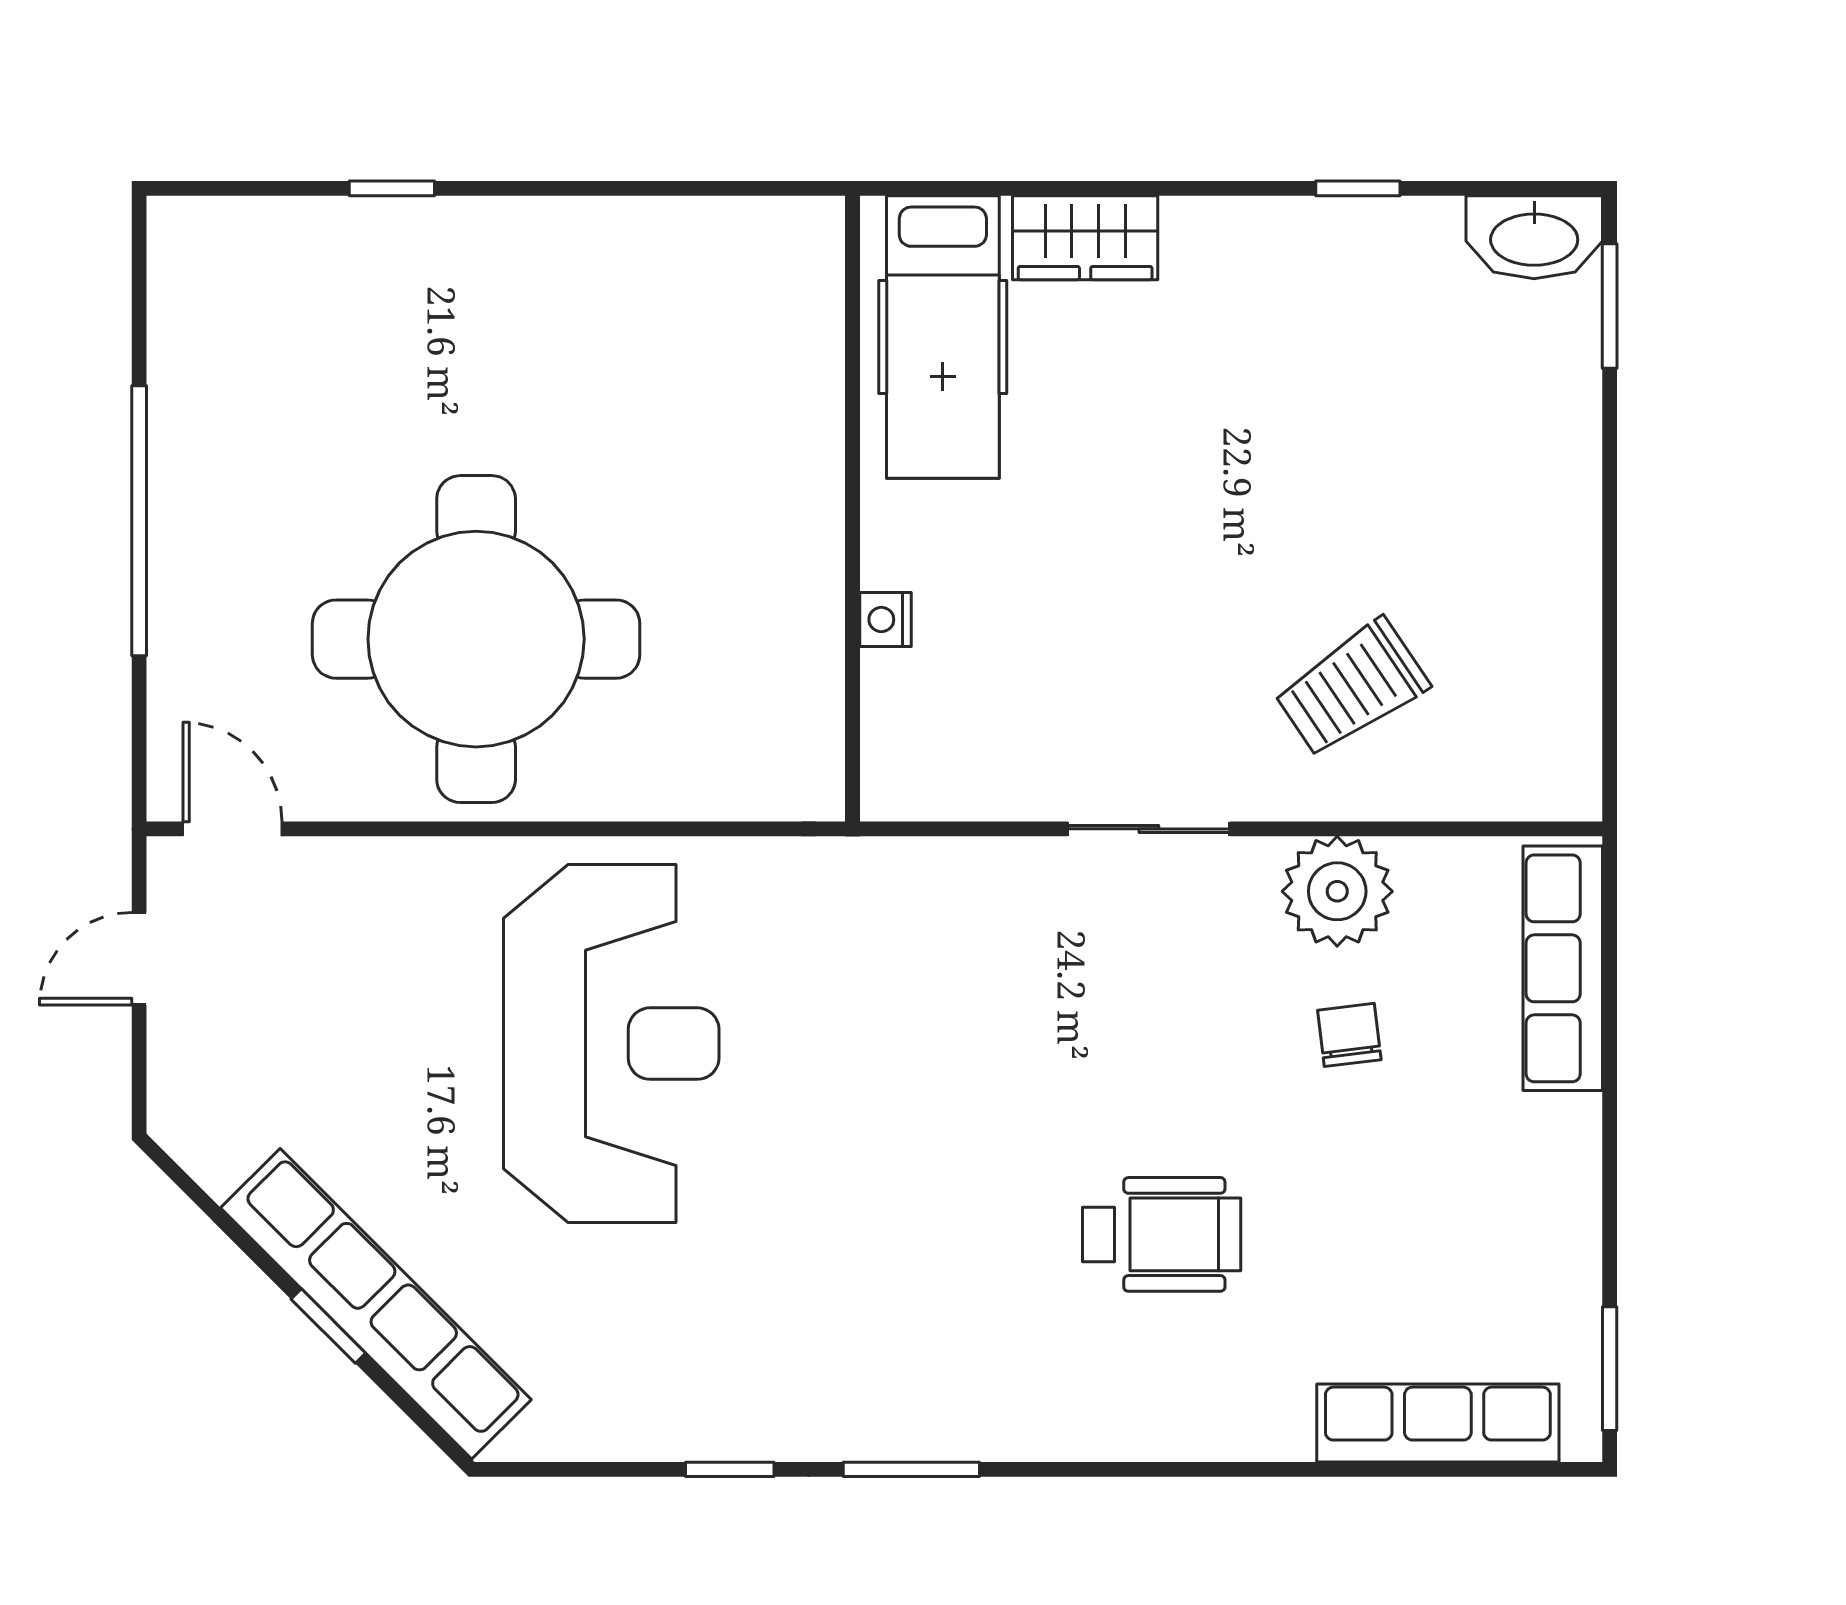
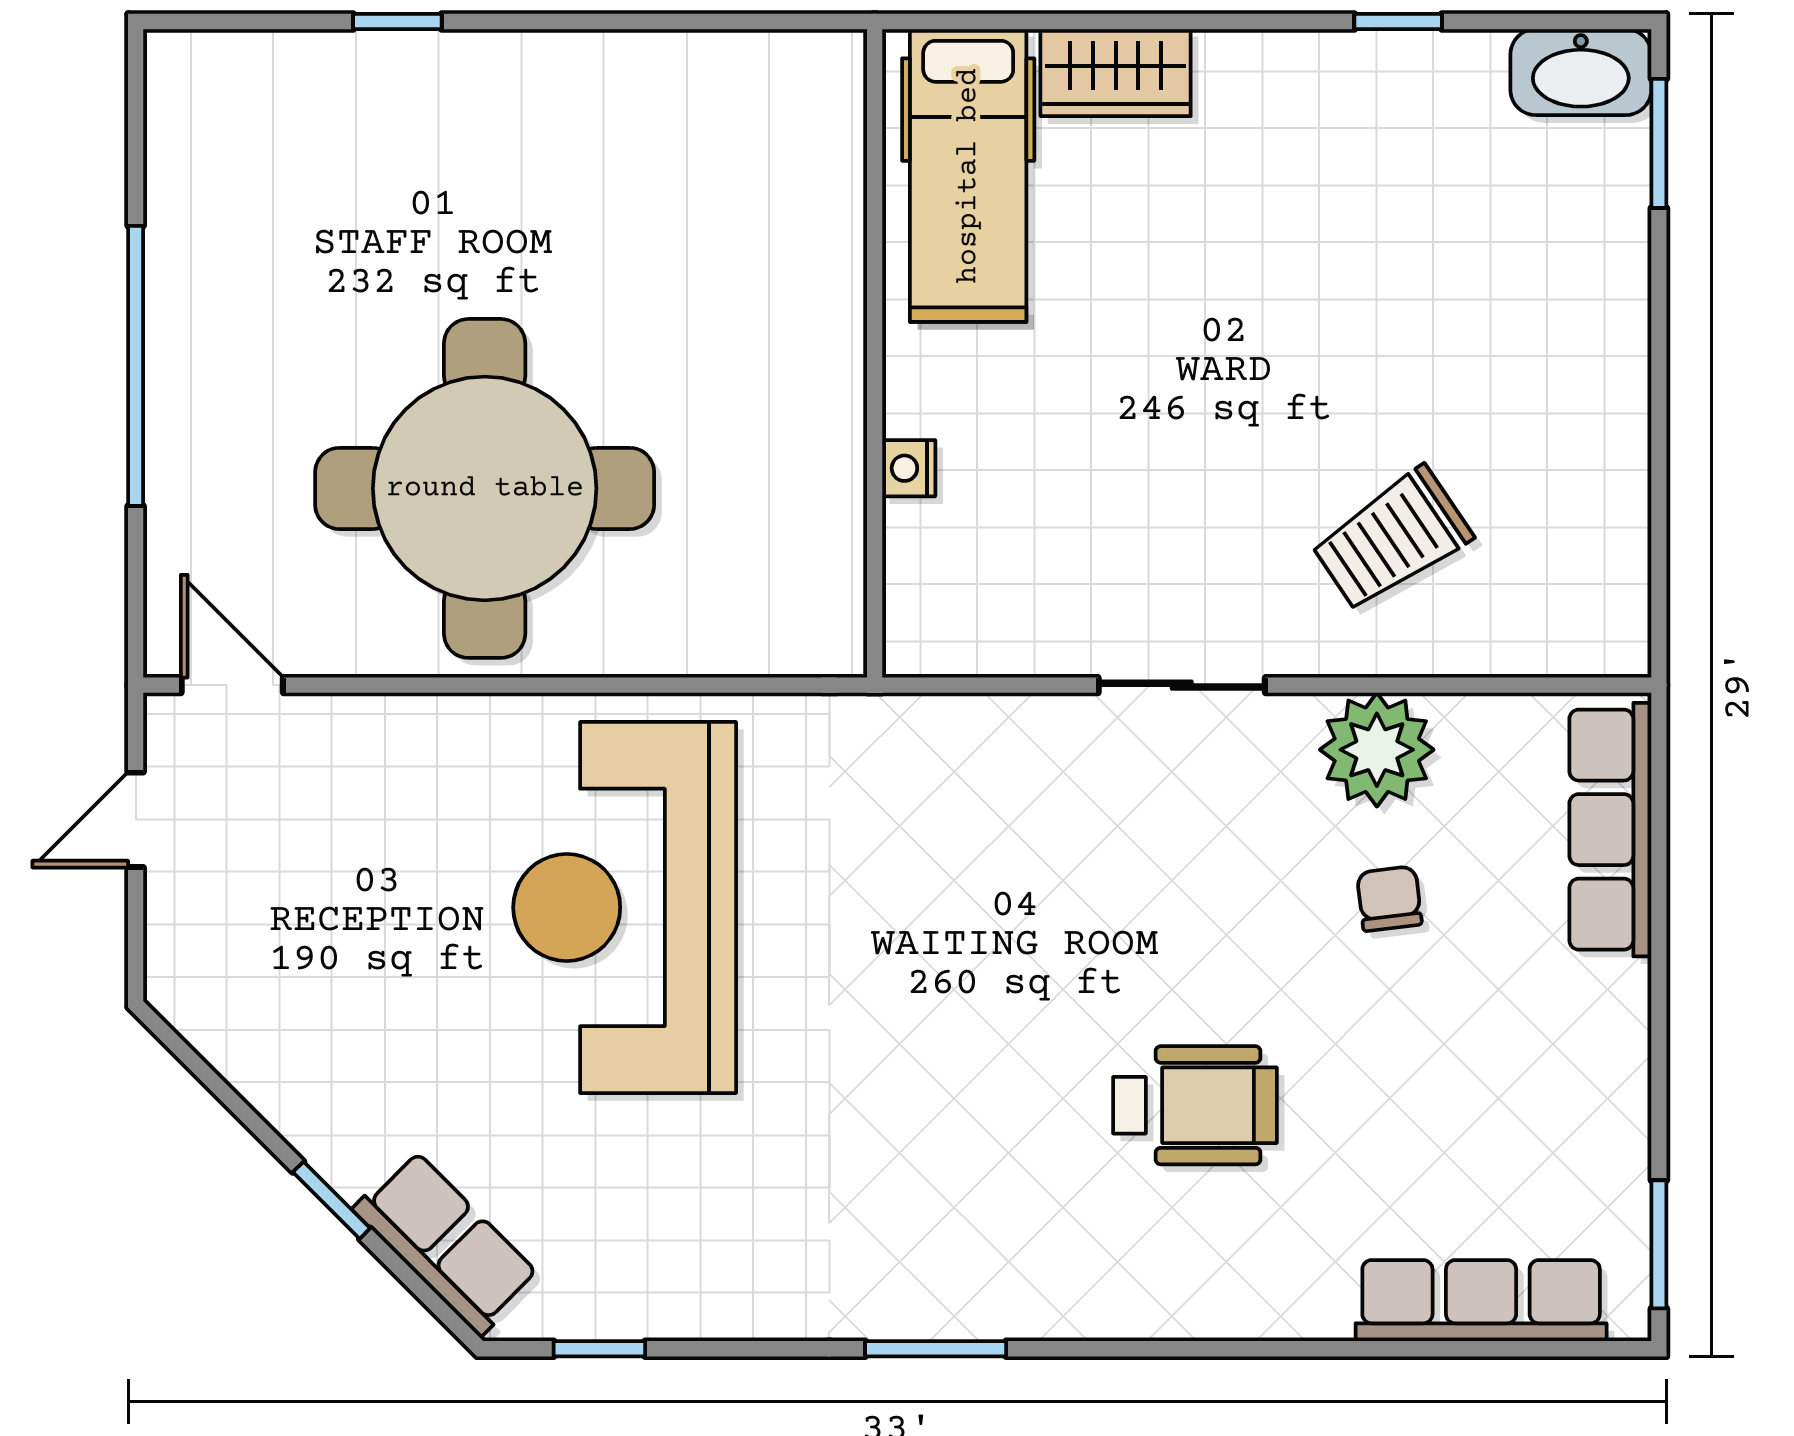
reception desk: (611, 1044) -> (625, 907), turned 180
row of seats: (376, 1304) -> (446, 1243), width x0.50
window: (730, 1469) -> (599, 1349), moved

